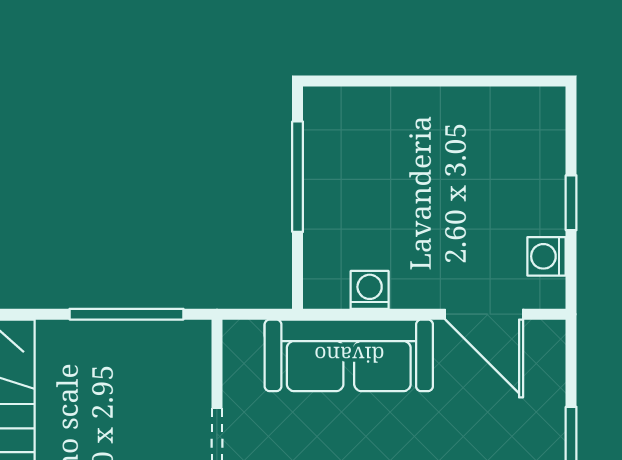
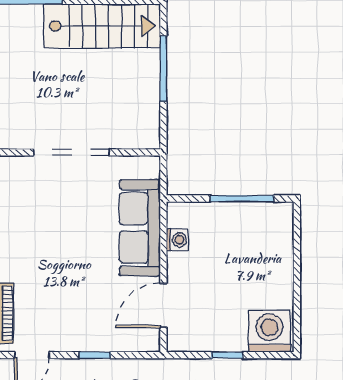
washing machine: (546, 256) -> (269, 331), moved, width x1.89, depth x1.89
window: (127, 314) -> (163, 69), moved

